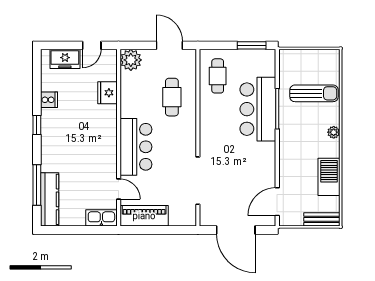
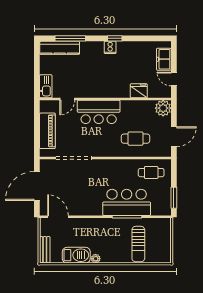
cooker: (49, 100) -> (110, 47), moved
plant: (334, 132) -> (96, 259), moved
piano: (144, 216) -> (47, 131), moved

